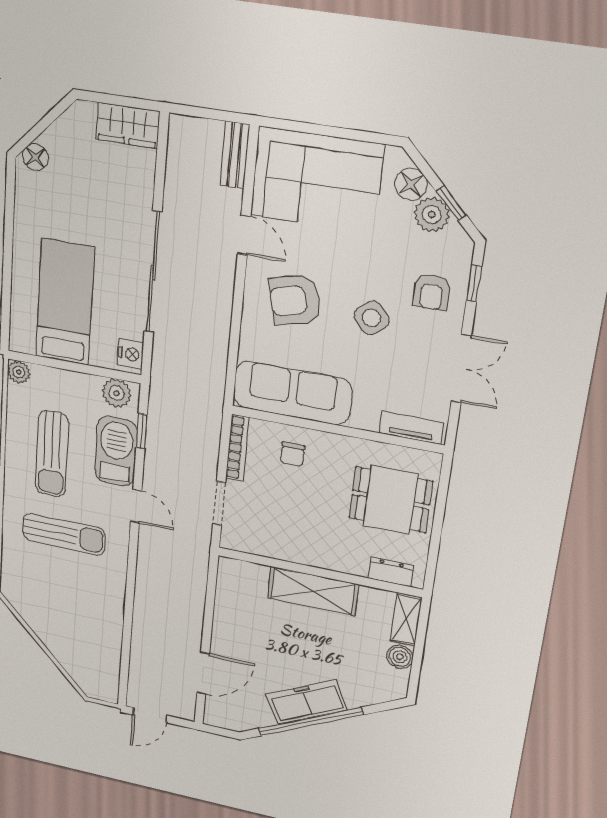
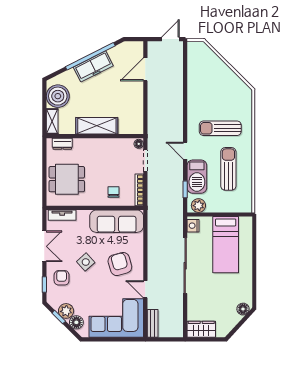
armchair: (295, 300) -> (120, 264), turned -92
double door: (461, 369) -> (44, 246), swing flipped
plant: (19, 372) -> (247, 207), removed
floor lamp: (230, 539) -> (139, 144), added
boiler: (400, 657) -> (58, 96), width x1.86, depth x1.86

